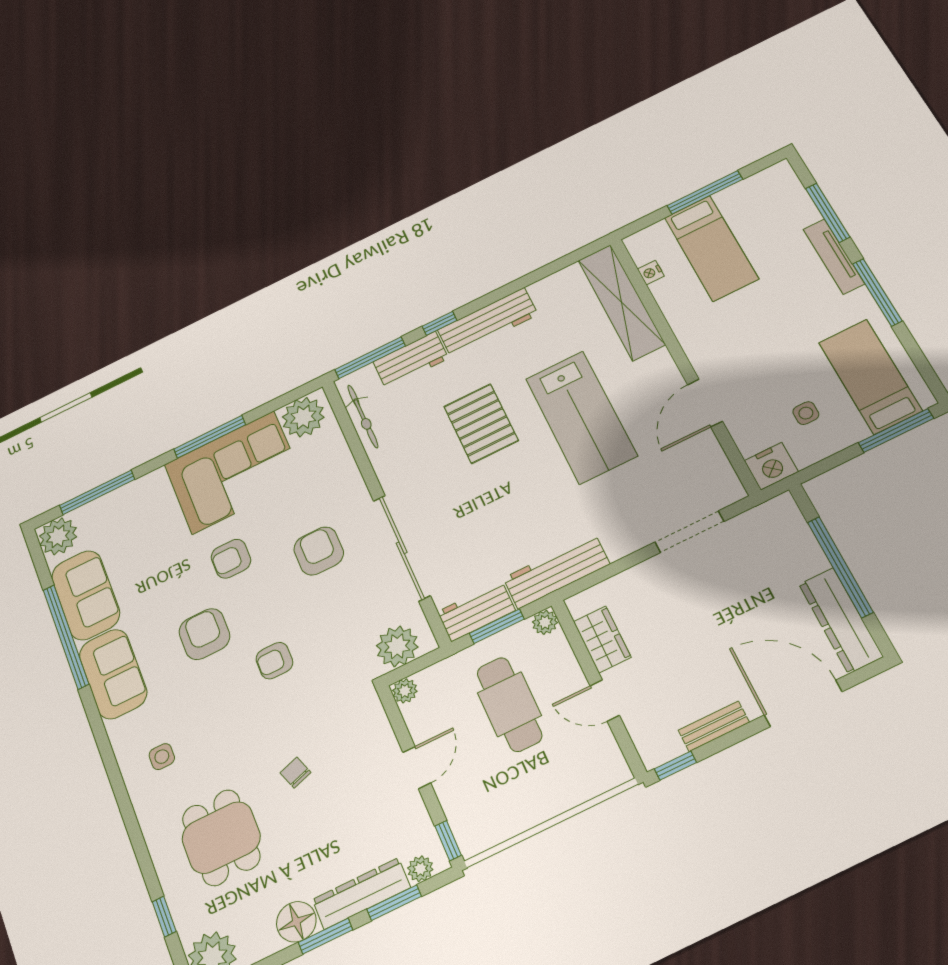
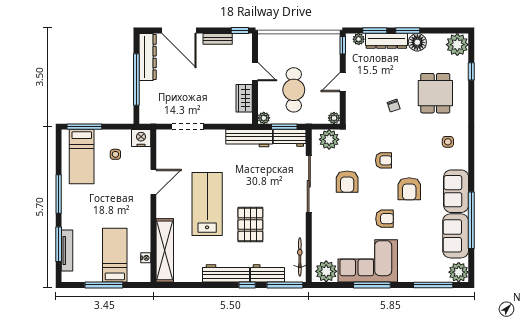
tv unit: (834, 256) -> (67, 250), moved
armchair: (319, 551) -> (347, 182), moved

